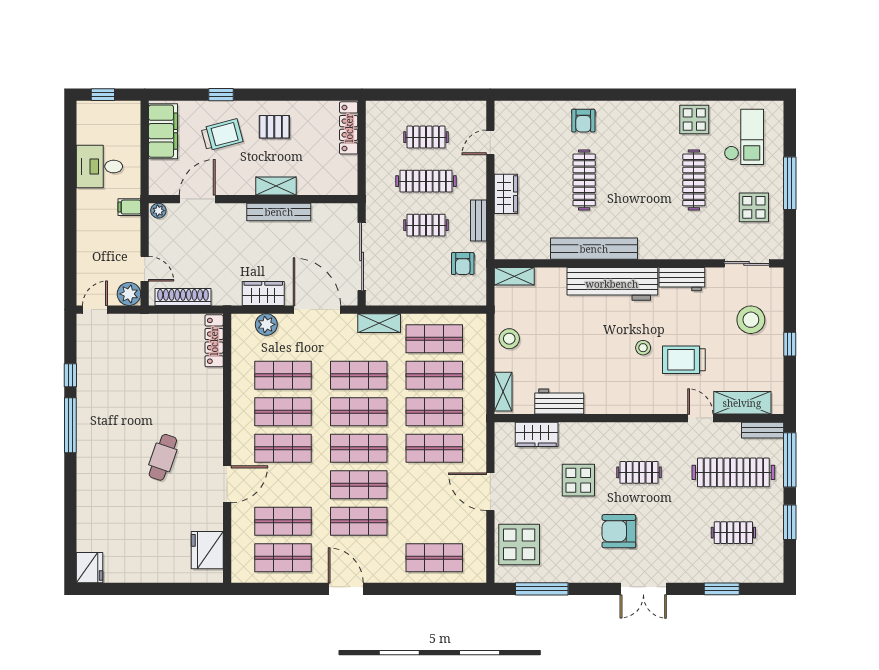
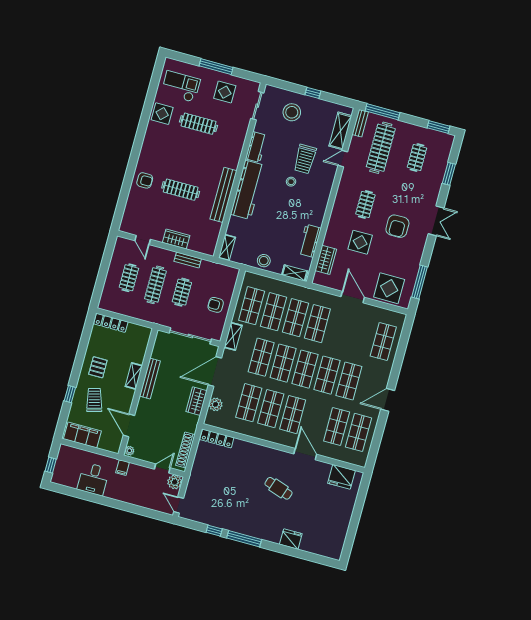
armchair: (463, 264) -> (216, 305), moved, turned 180
door: (490, 492) -> (353, 297), swing flipped
window: (790, 522) -> (438, 127), moved
fridge: (89, 568) -> (291, 539), moved

